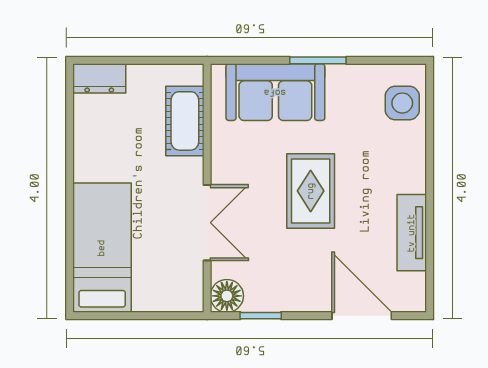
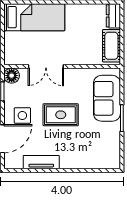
side table: (402, 103) -> (22, 115), moved
cot: (185, 121) -> (111, 46), moved, turned 90

